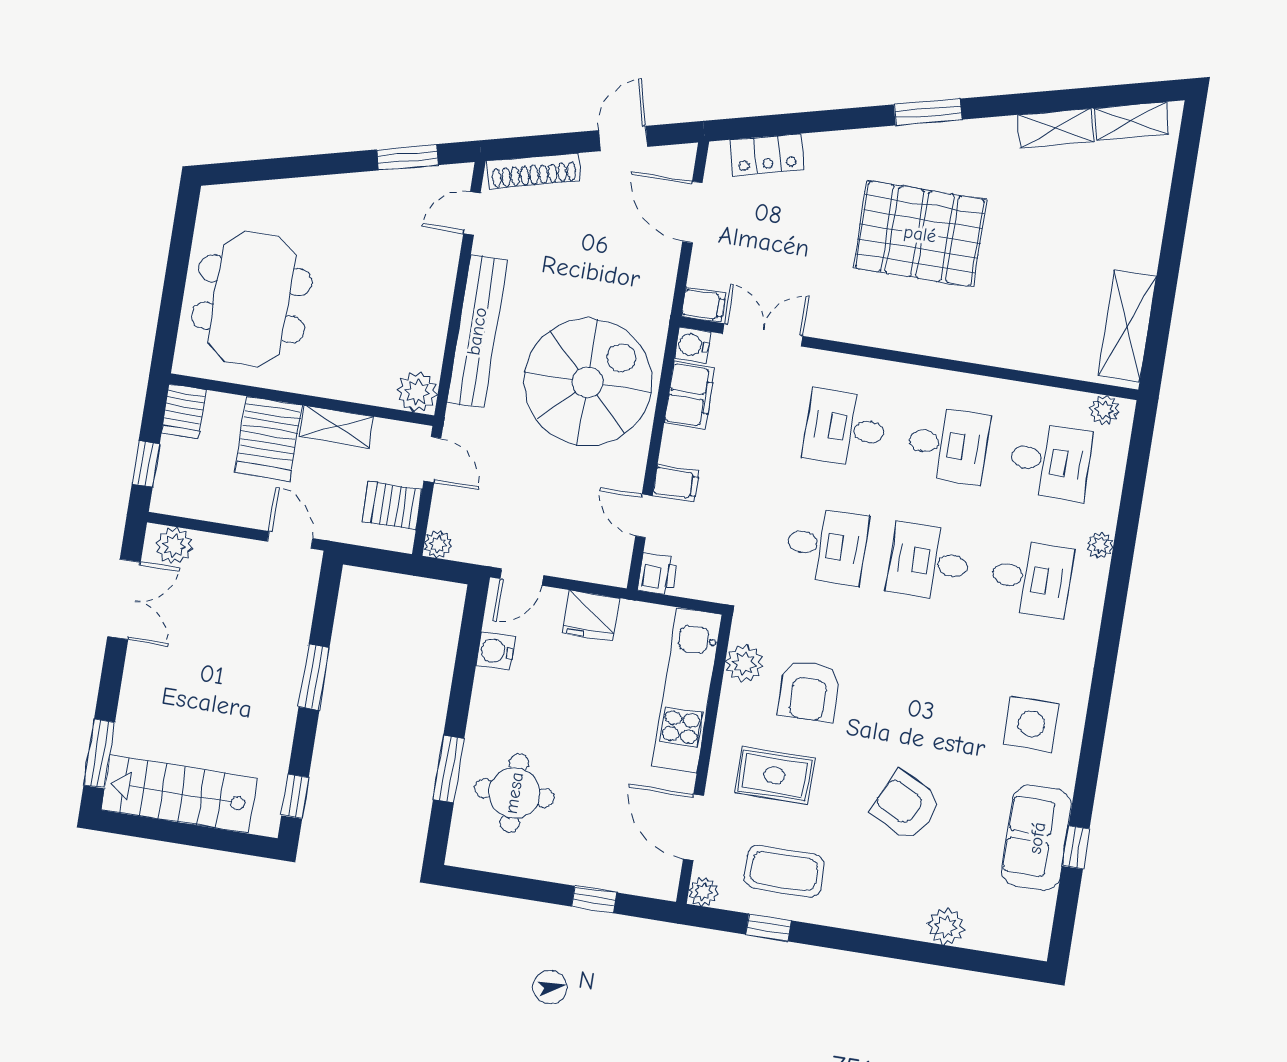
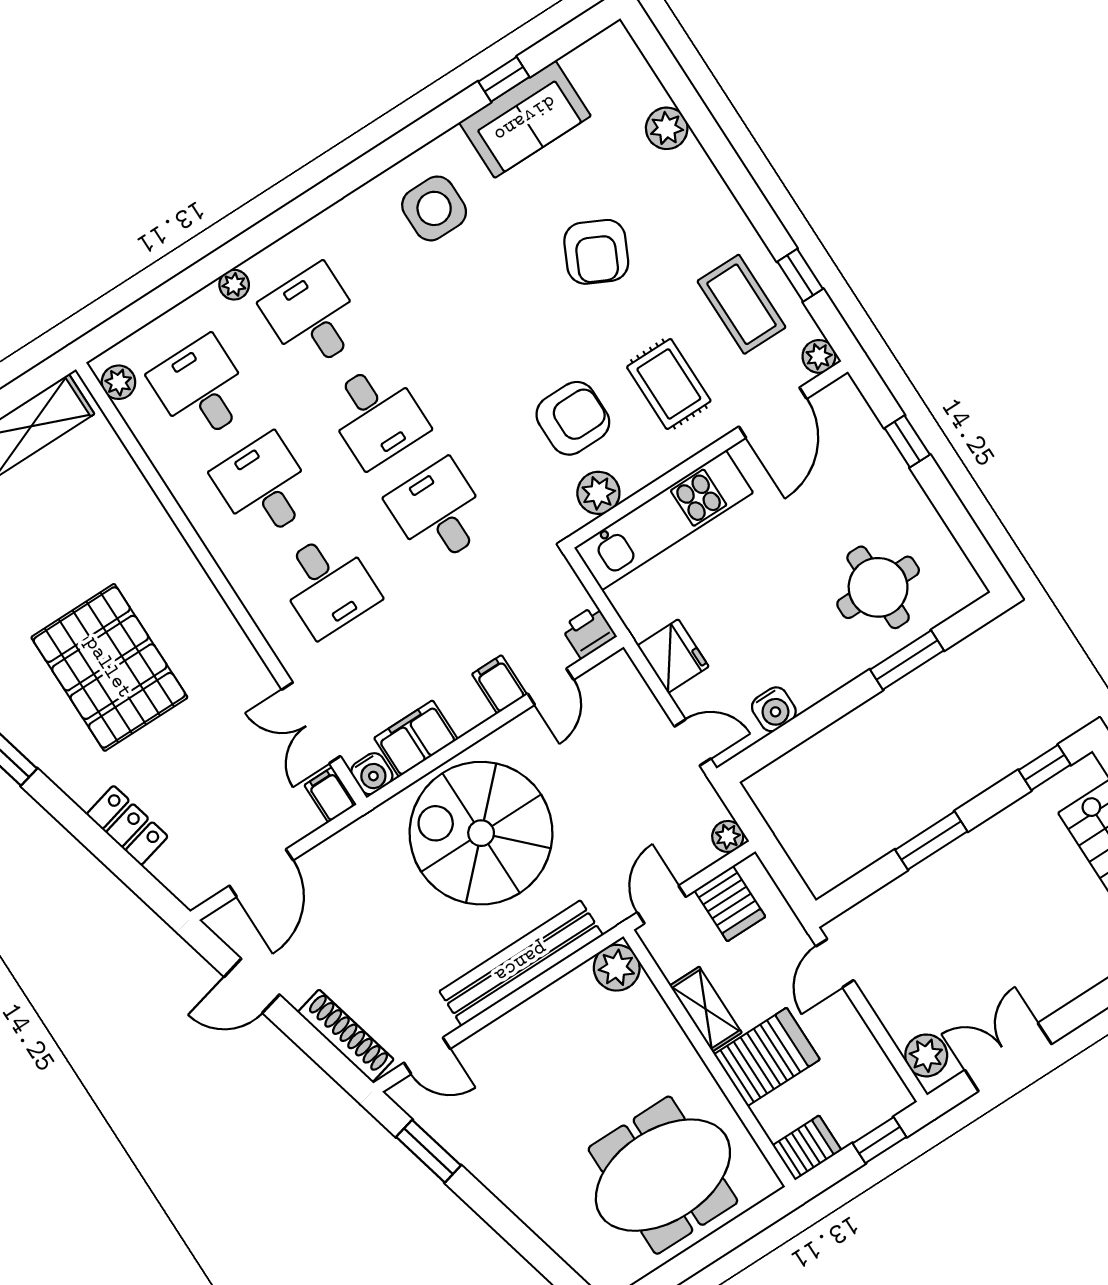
locker: (767, 155) -> (127, 825), moved

